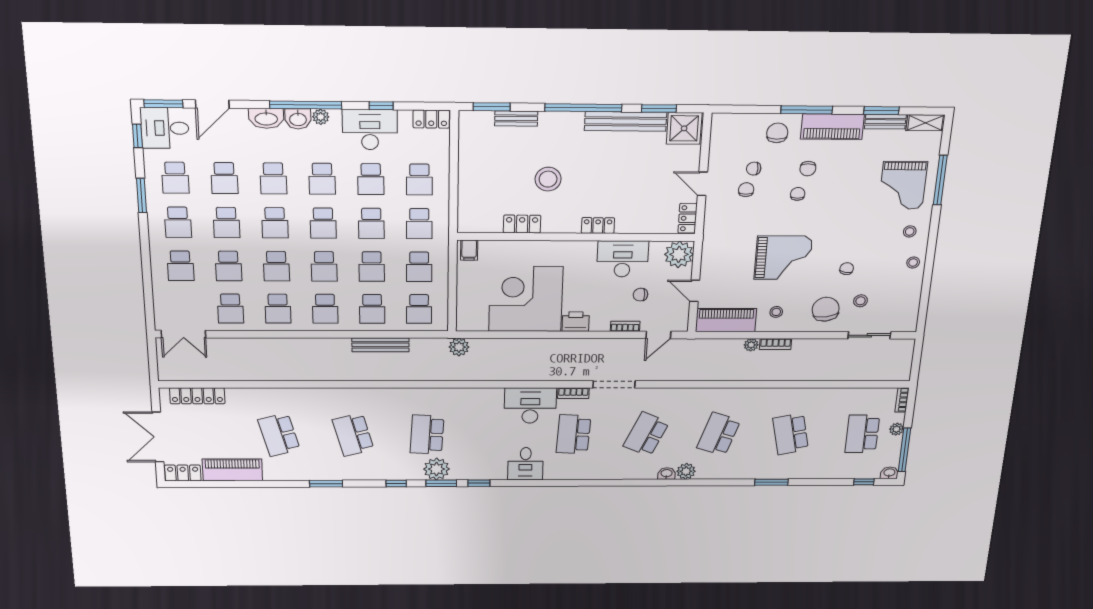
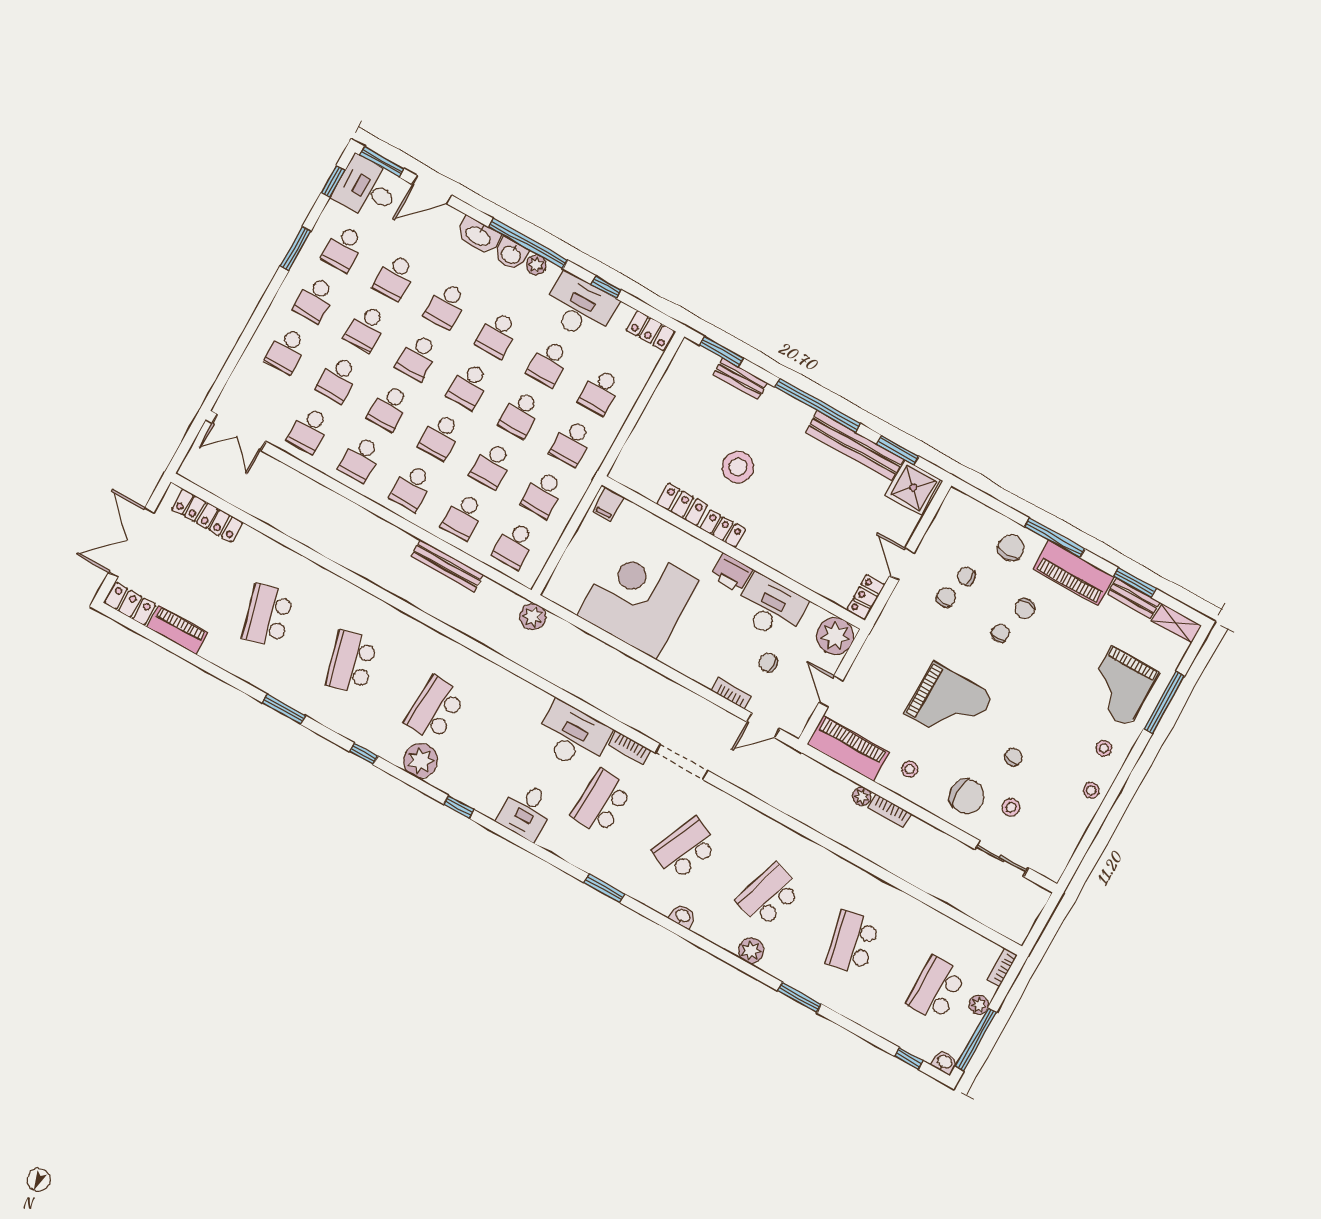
locker: (598, 226) -> (723, 529), moved
chair: (826, 309) -> (967, 796), turned 98
printer: (576, 322) -> (732, 573), moved, turned 180
piano: (232, 470) -> (177, 630), width x0.73, depth x0.75
plant: (686, 471) -> (751, 950), moved
window: (441, 483) -> (604, 888), moved

